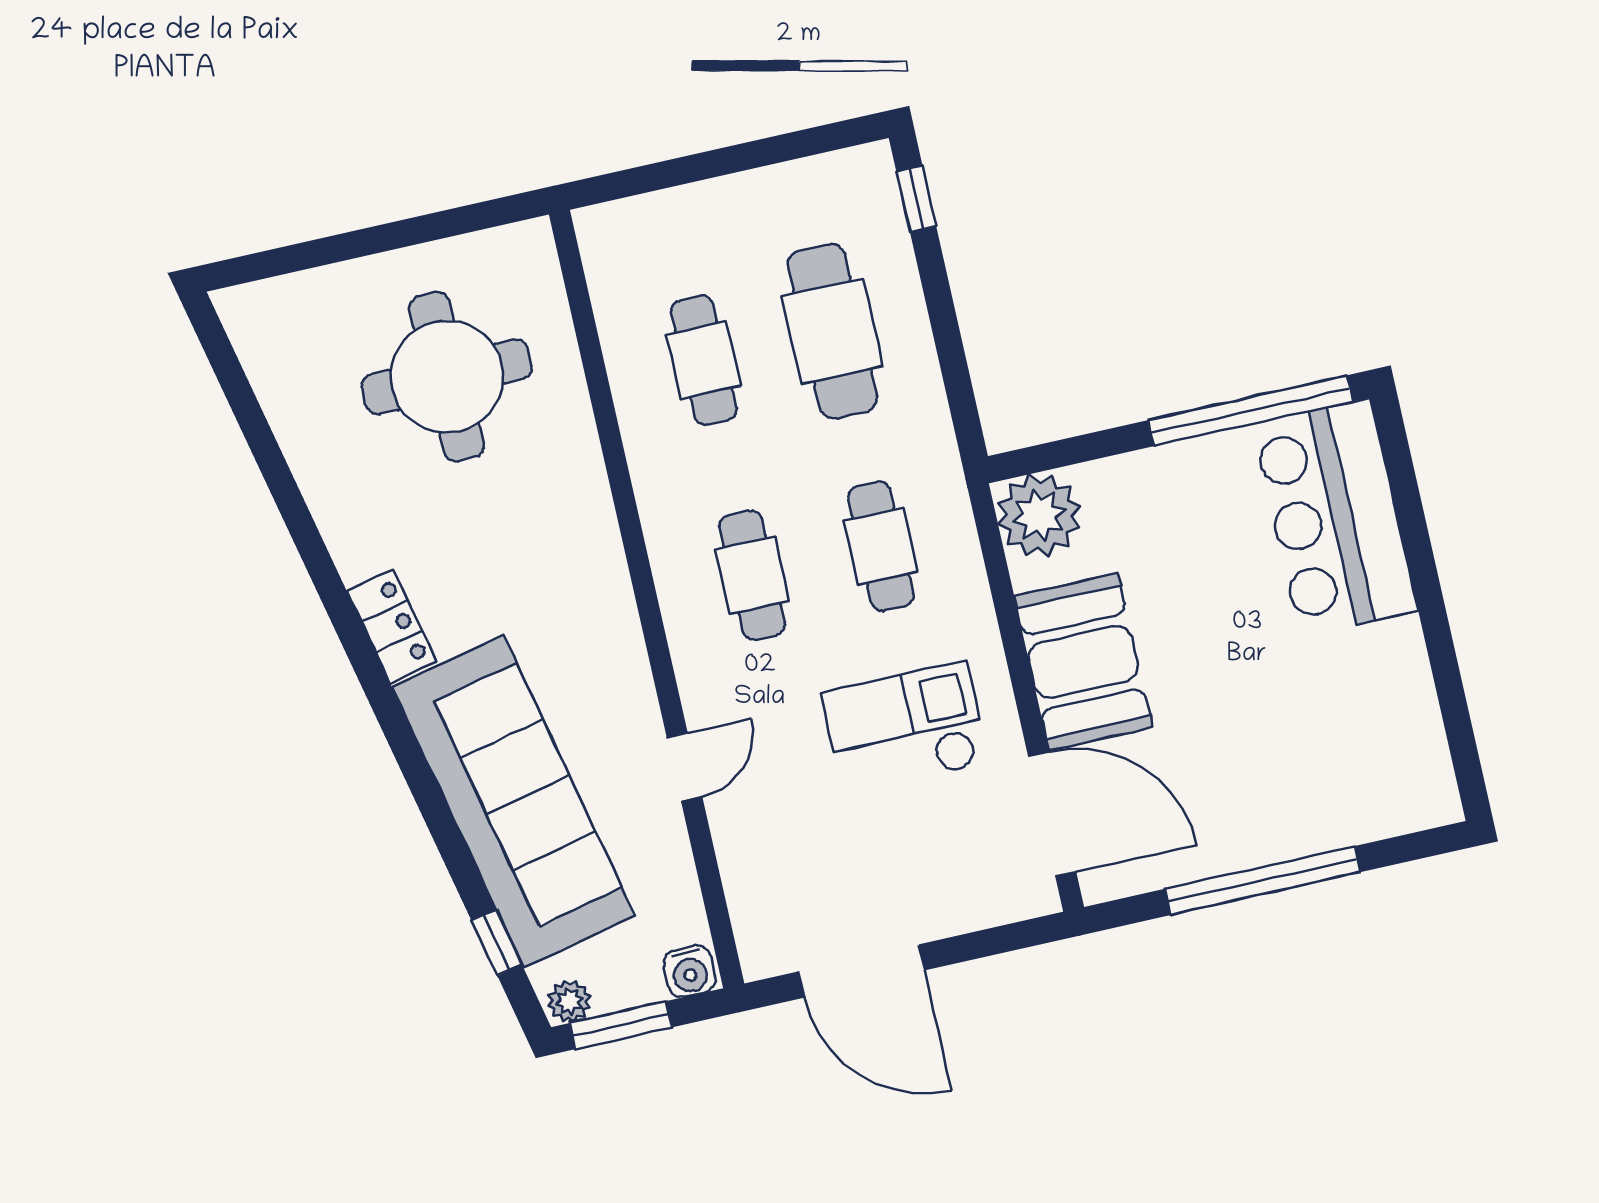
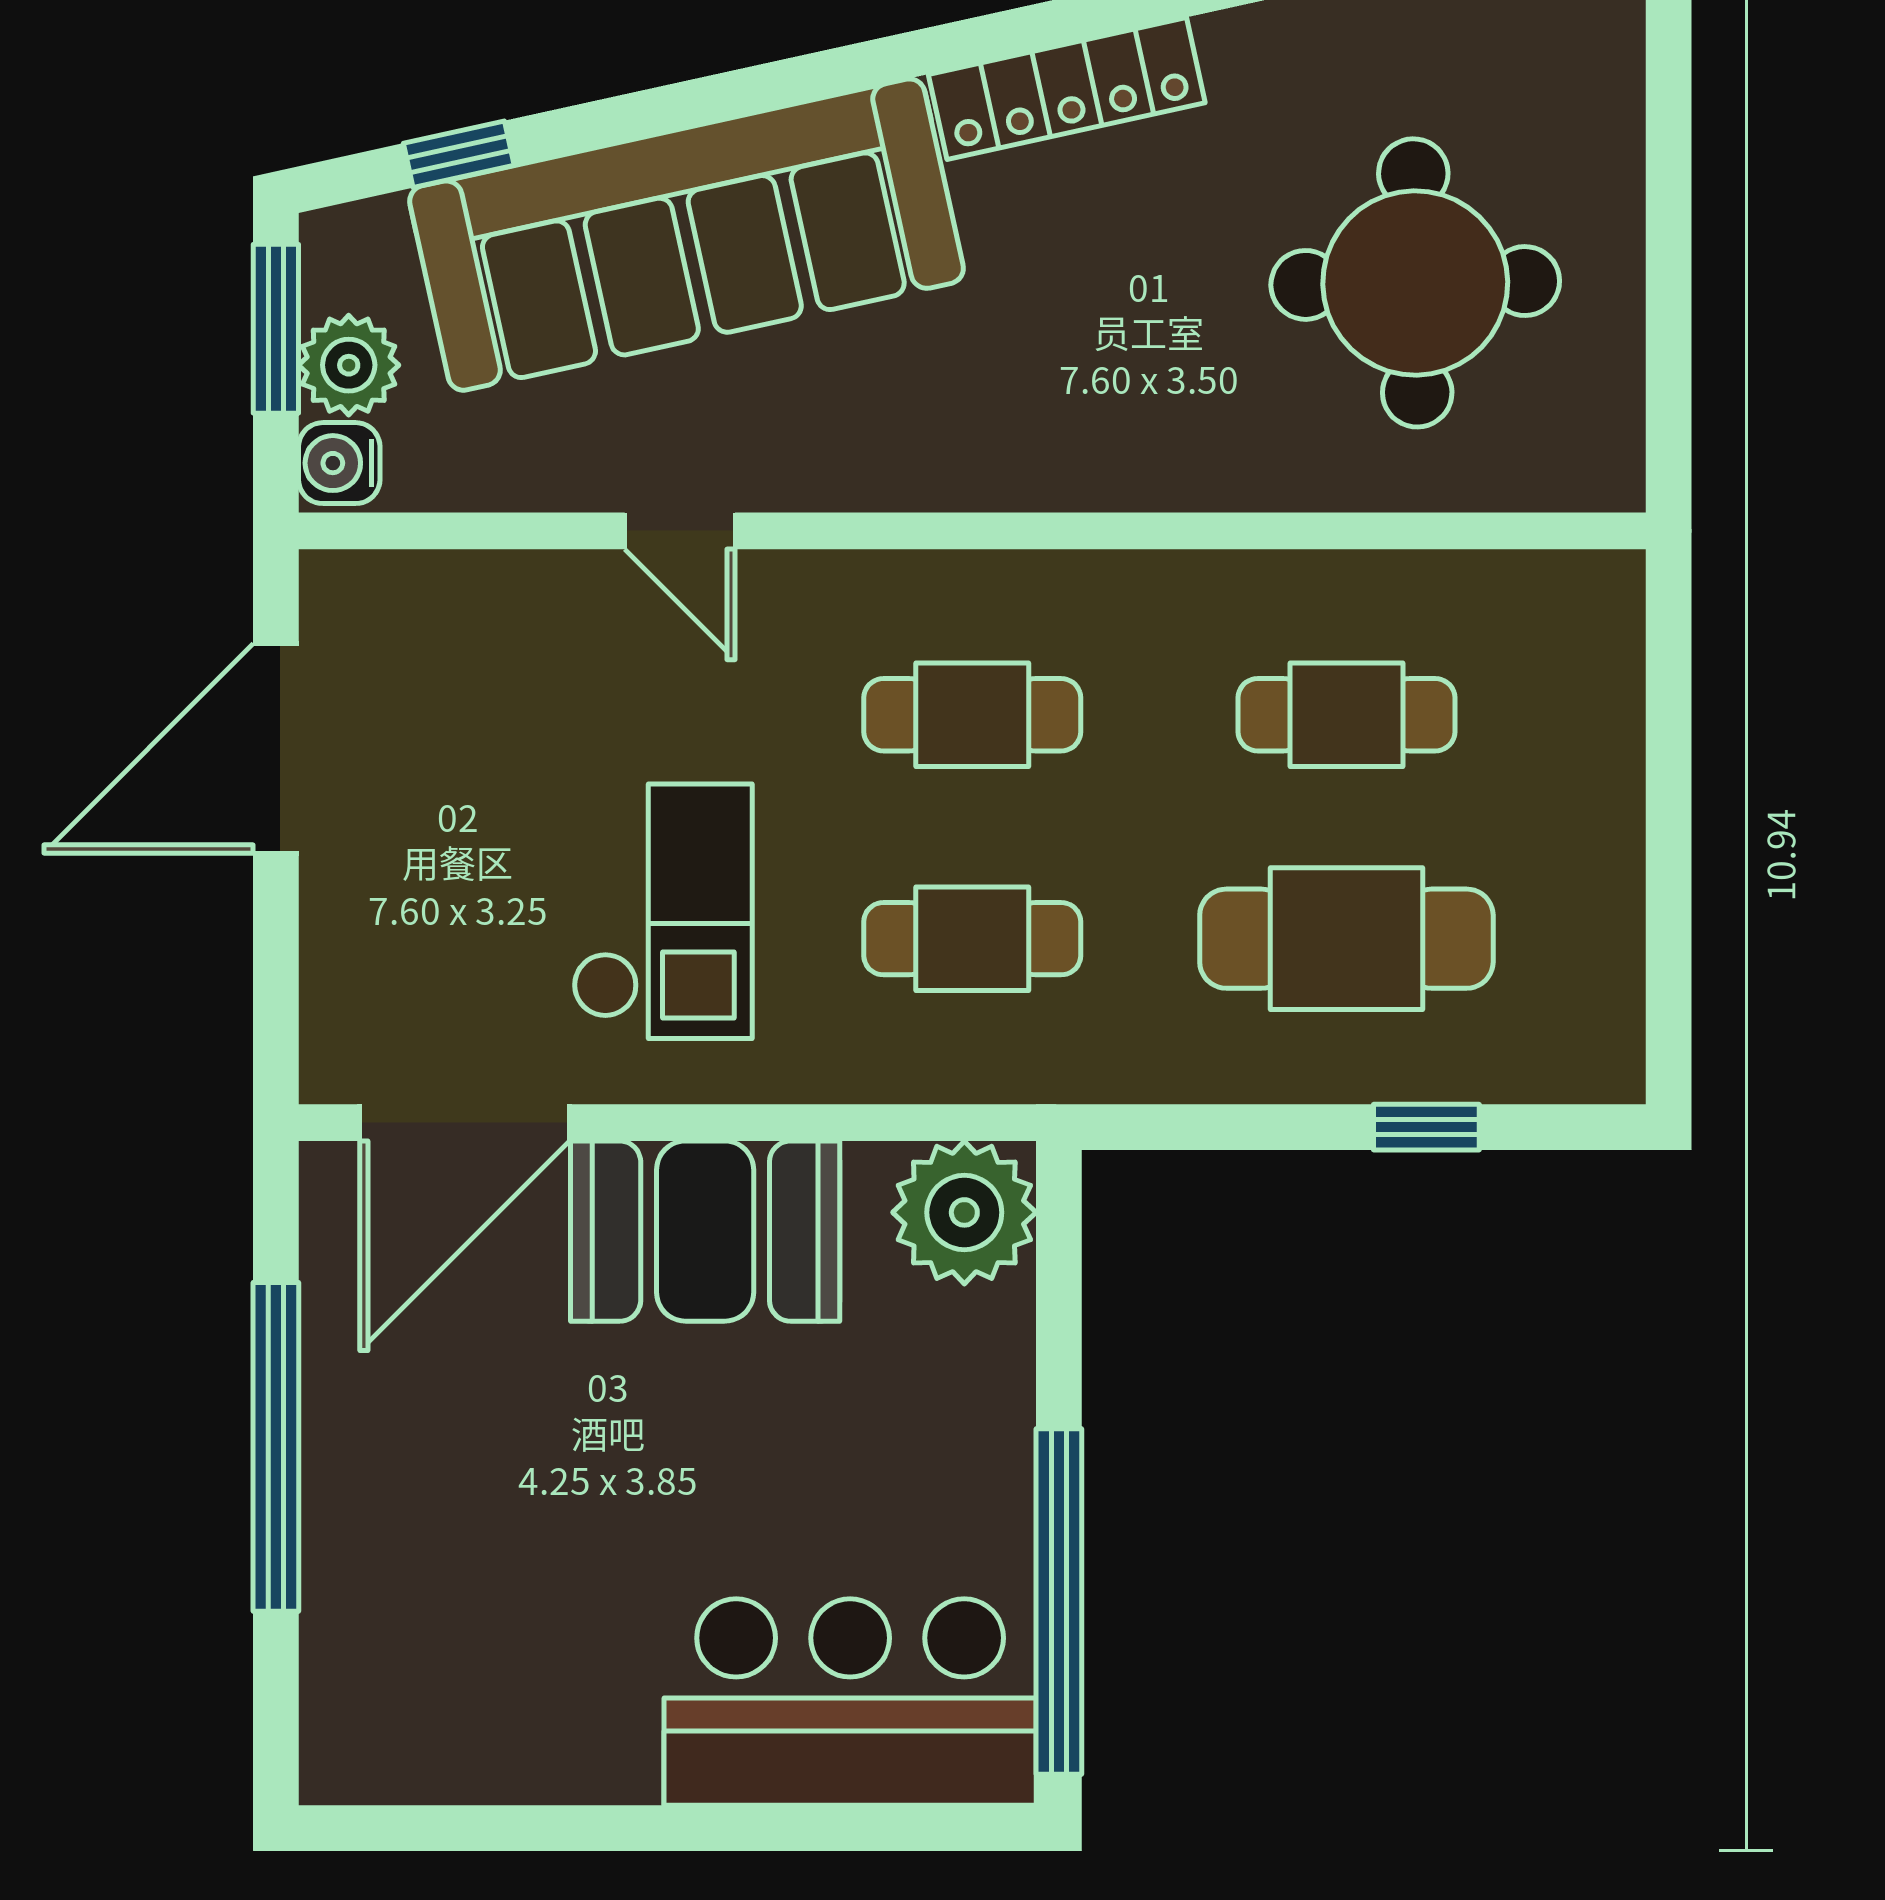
window: (916, 199) -> (1426, 1127), moved
locker: (392, 626) -> (1067, 89), width x1.53
plant: (569, 1001) -> (349, 365), moved, width x1.38, depth x1.38

